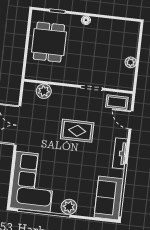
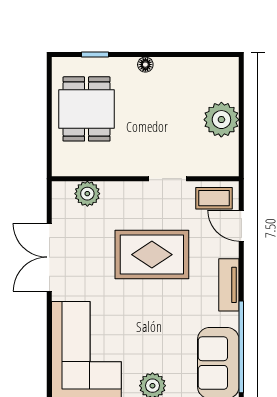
plant: (131, 62) -> (221, 120), width x1.88, depth x1.88
rug: (77, 131) -> (152, 255), width x1.36, depth x1.43

